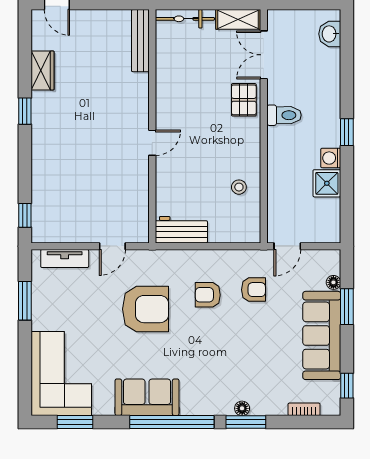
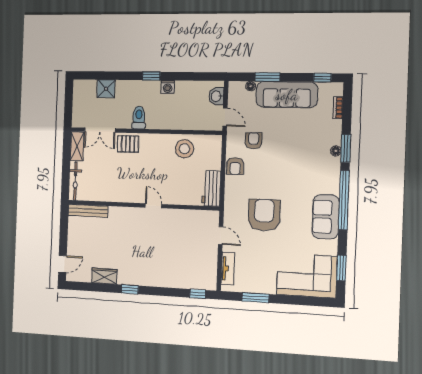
washbasin: (330, 34) -> (216, 96), moved, turned 90
shower: (327, 183) -> (106, 89), moved
stool: (239, 187) -> (184, 149), width x1.89, depth x1.89
armchair: (208, 295) -> (235, 166), moved

